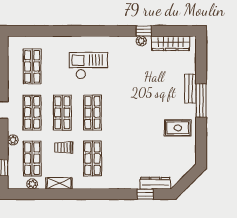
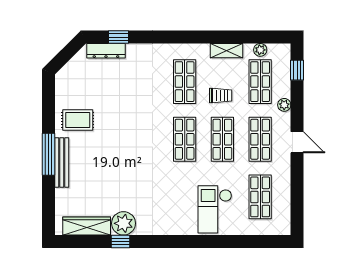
plant: (141, 41) -> (124, 223), width x1.87, depth x1.87
checkout: (88, 66) -> (215, 209), moved, turned 90
bench: (191, 89) -> (62, 163), width x1.36

